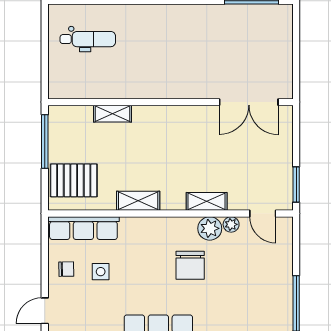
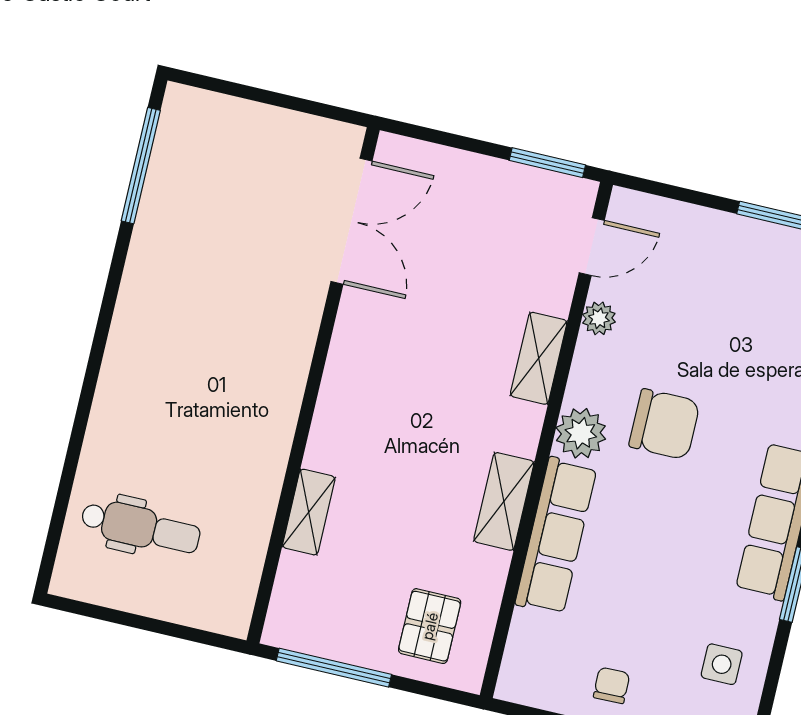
dental chair: (88, 39) -> (141, 527), turned 90
pallet: (74, 180) -> (430, 626), width x0.67, depth x0.71
row of seats: (83, 228) -> (556, 536), moved
plant: (210, 228) -> (581, 433), moved
side table: (101, 272) -> (722, 664), moved

